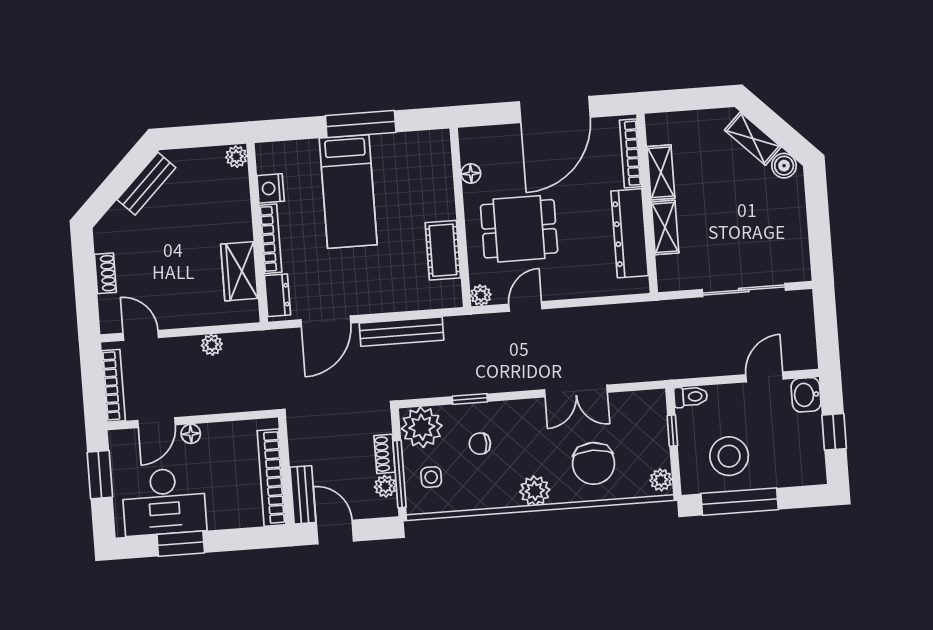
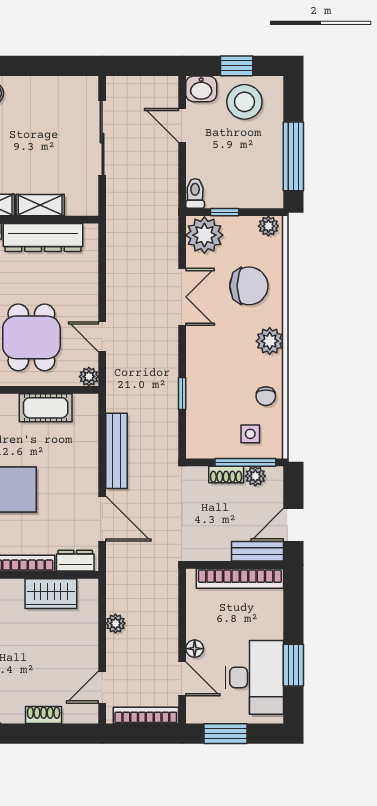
plant: (422, 427) -> (204, 235), moved
chair: (480, 444) -> (266, 396), moved
stool: (729, 456) -> (244, 102), moved

